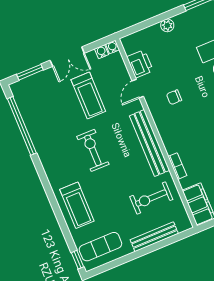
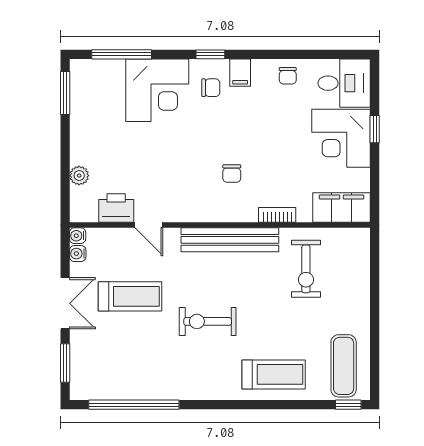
plant: (167, 25) -> (79, 176), moved
chair: (174, 97) -> (232, 174), moved
bench: (154, 237) -> (361, 287), removed

